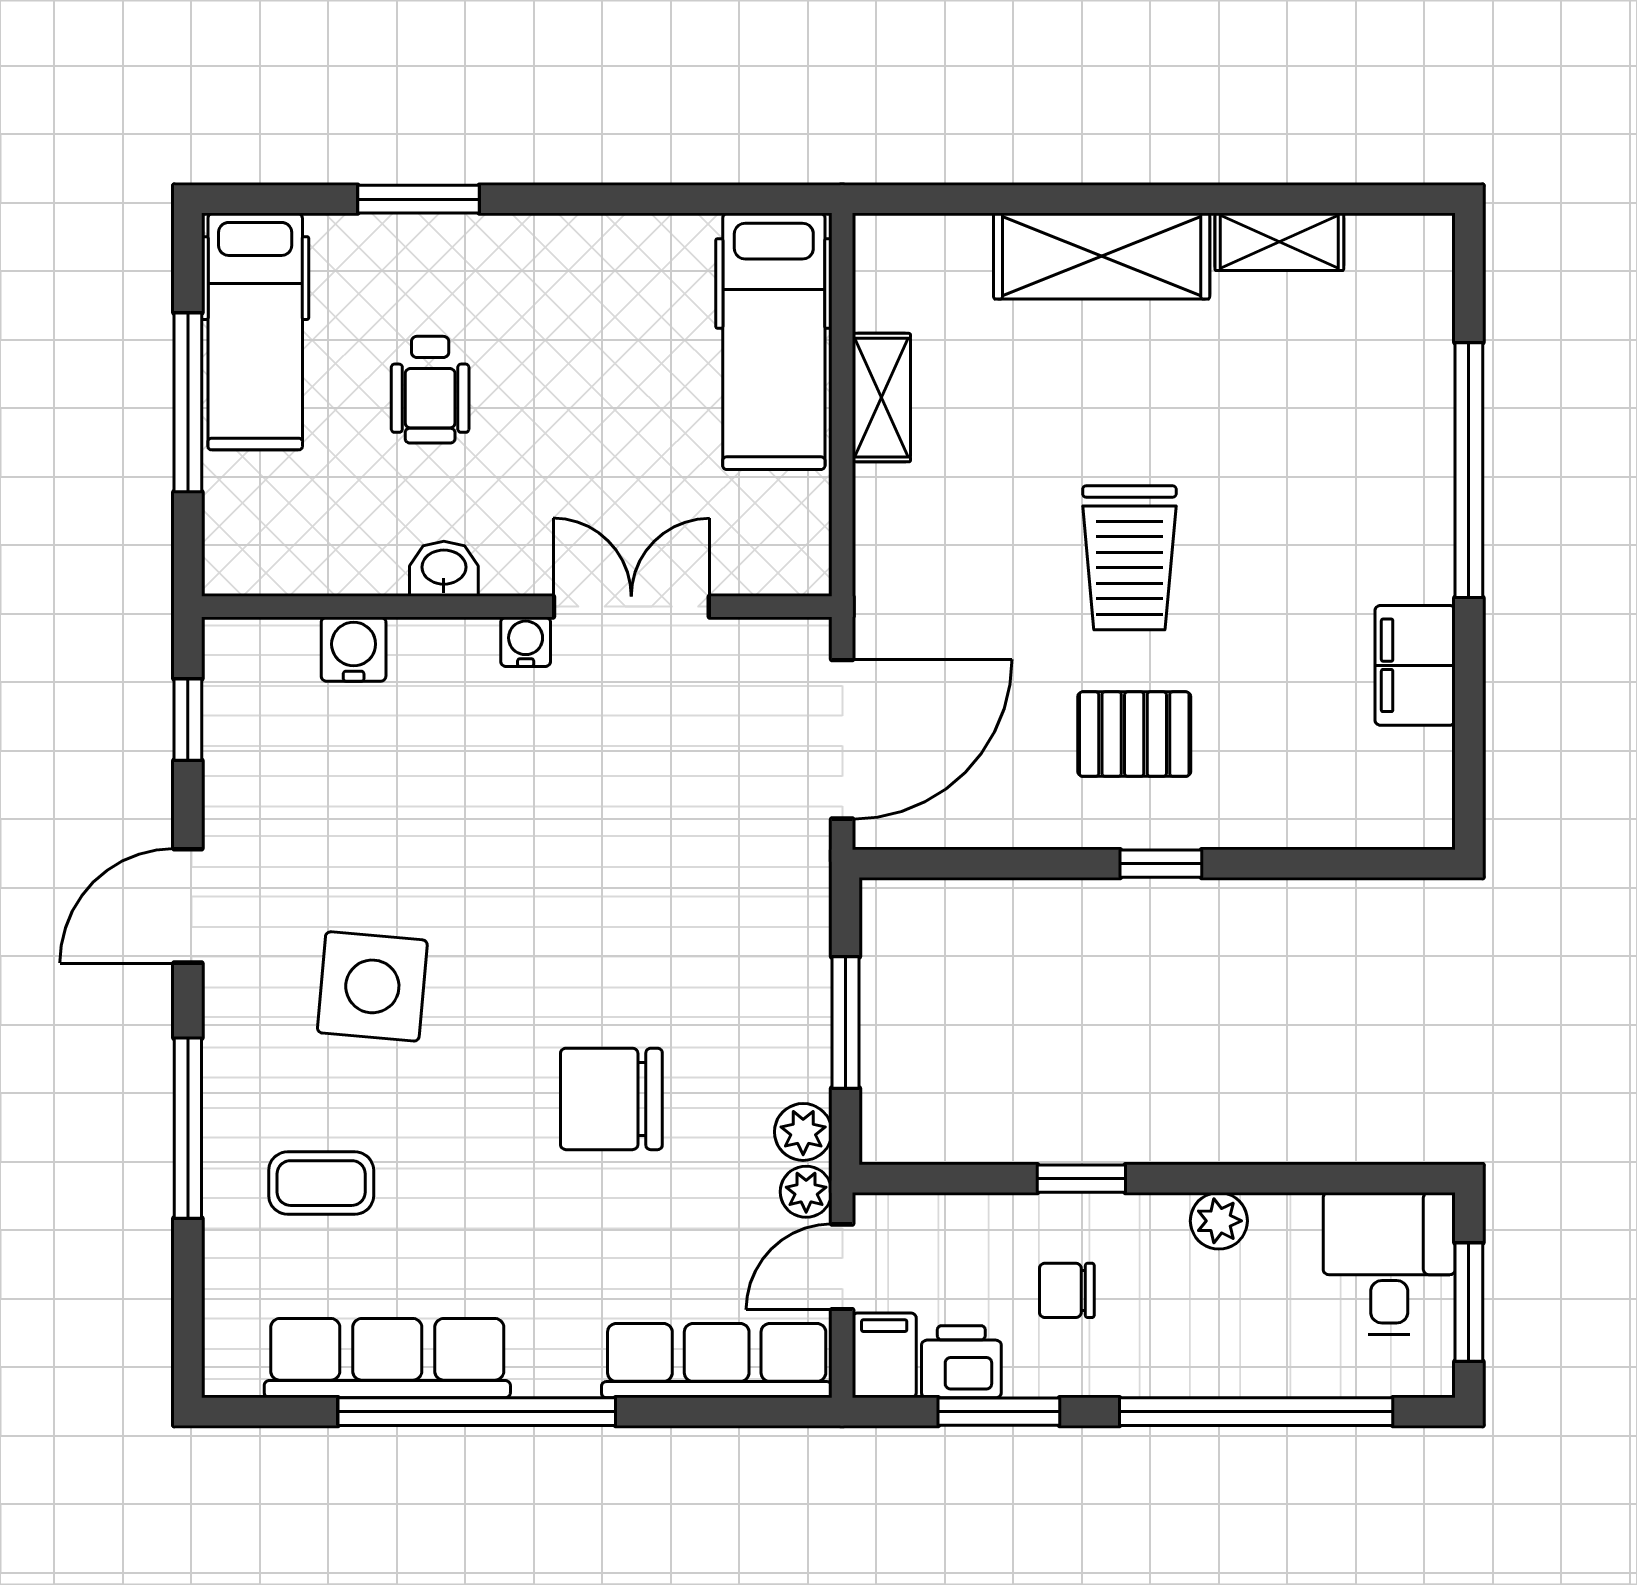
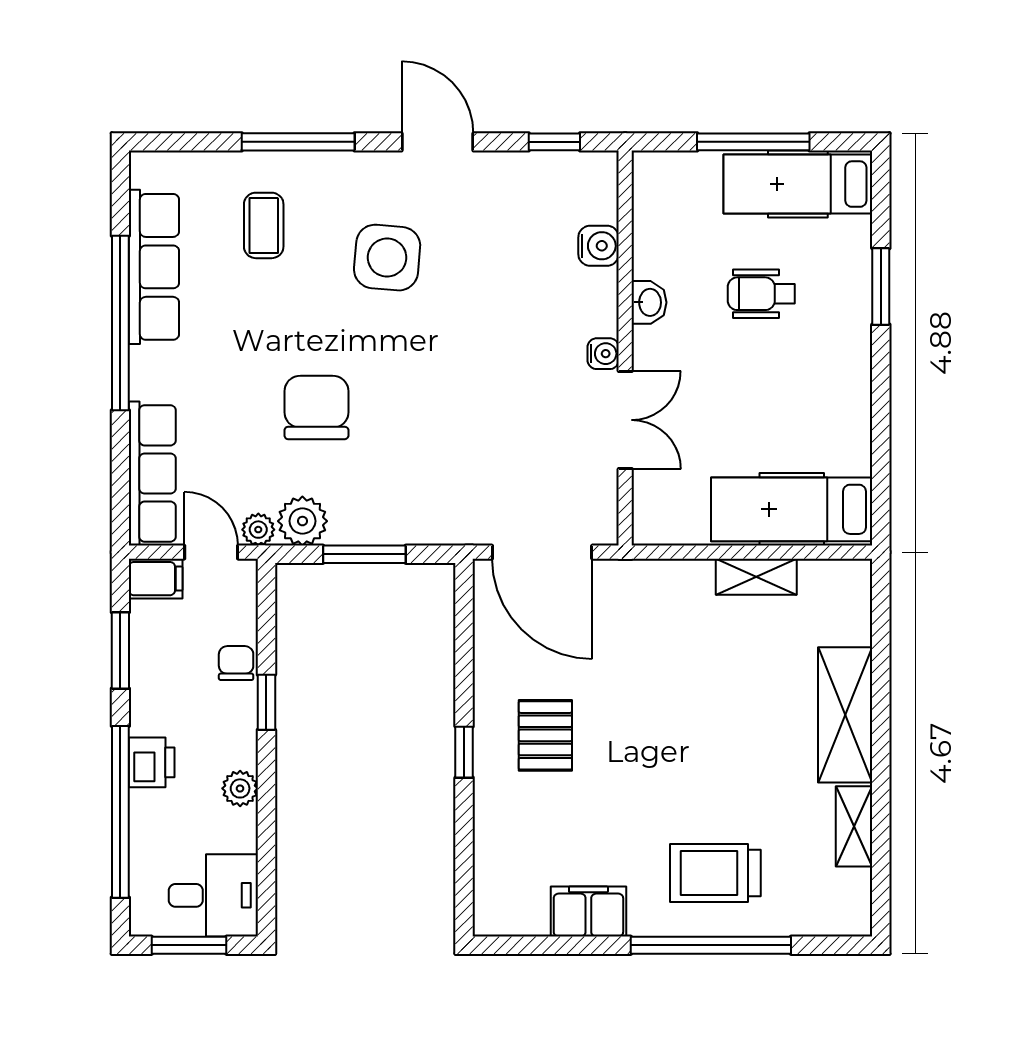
trolley: (1129, 558) -> (715, 873), moved
plant: (803, 1132) -> (302, 521), width x1.38, depth x1.38
chair: (1067, 1290) -> (236, 663), moved
printer: (961, 1362) -> (152, 762), moved

